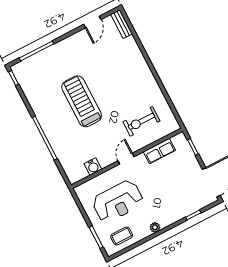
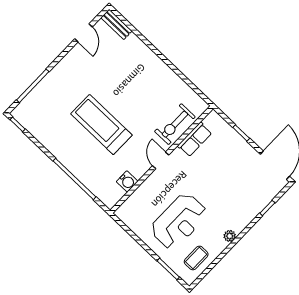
row of seats: (159, 151) -> (195, 139), moved
wall: (127, 158) -> (162, 159), moved
door: (126, 159) -> (161, 160), moved
water cooler: (93, 166) -> (127, 181), moved

